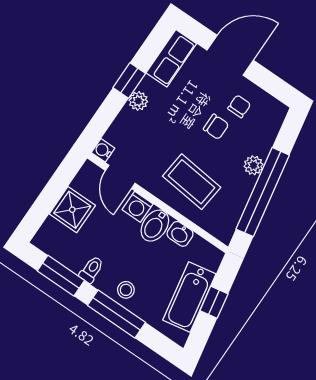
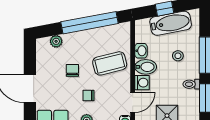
chair: (239, 106) -> (88, 96), moved
plant: (254, 165) -> (56, 41), moved
coffee table: (192, 182) -> (110, 63), turned 70
stool: (126, 290) -> (178, 56), moved

